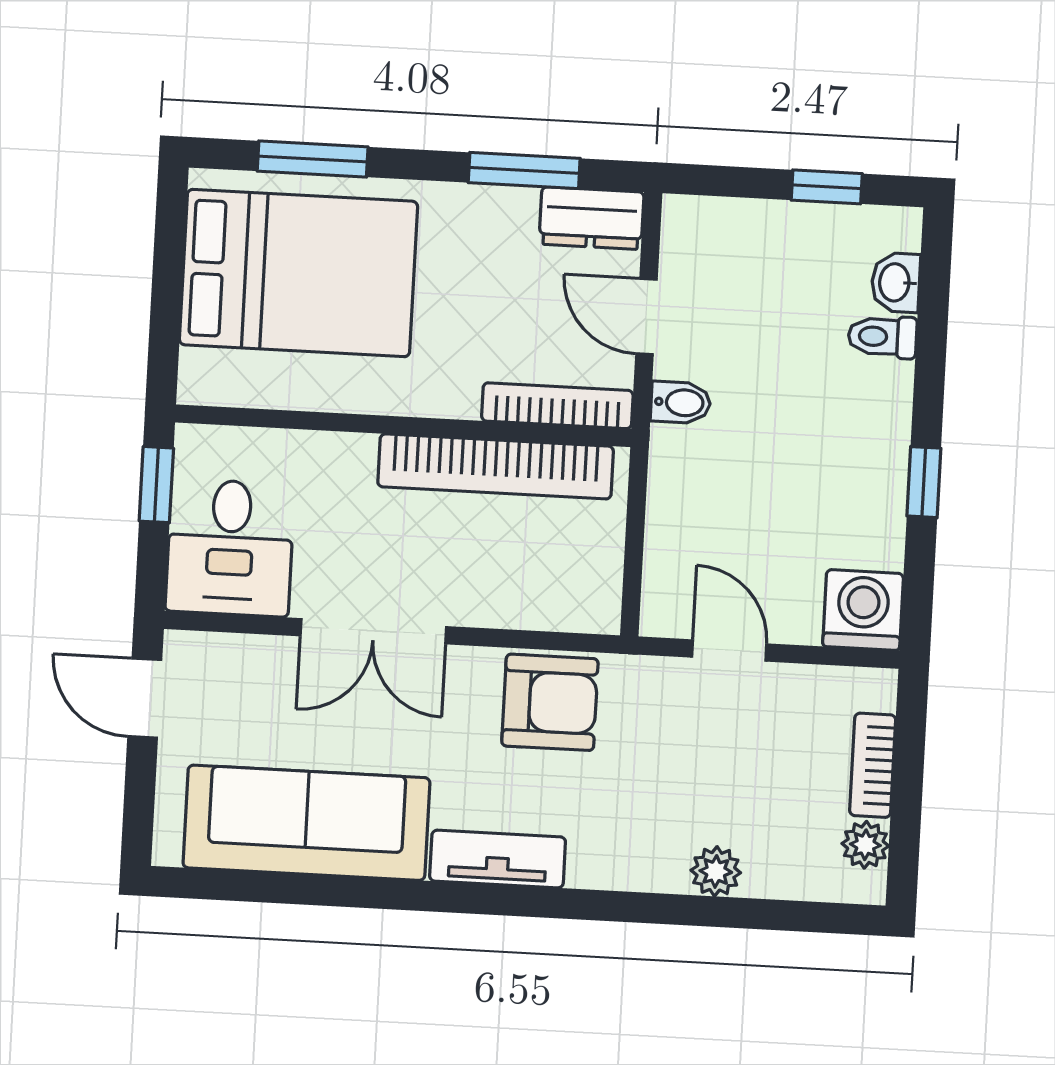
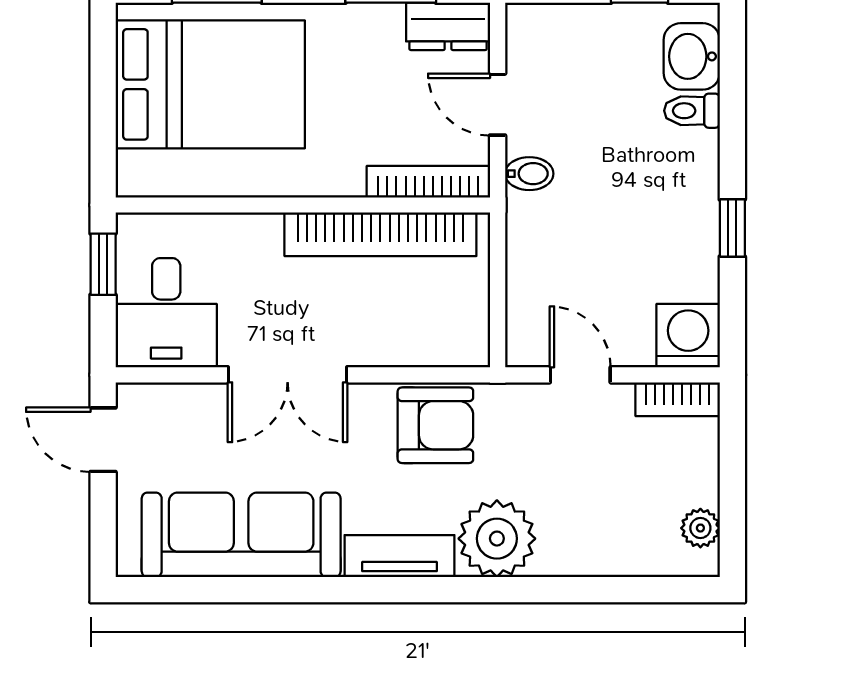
washbasin: (896, 282) -> (692, 56), width x1.38, depth x1.45
bookcase: (873, 765) -> (678, 399), moved, turned -90
plant: (716, 871) -> (497, 539), moved, width x1.88, depth x1.88

